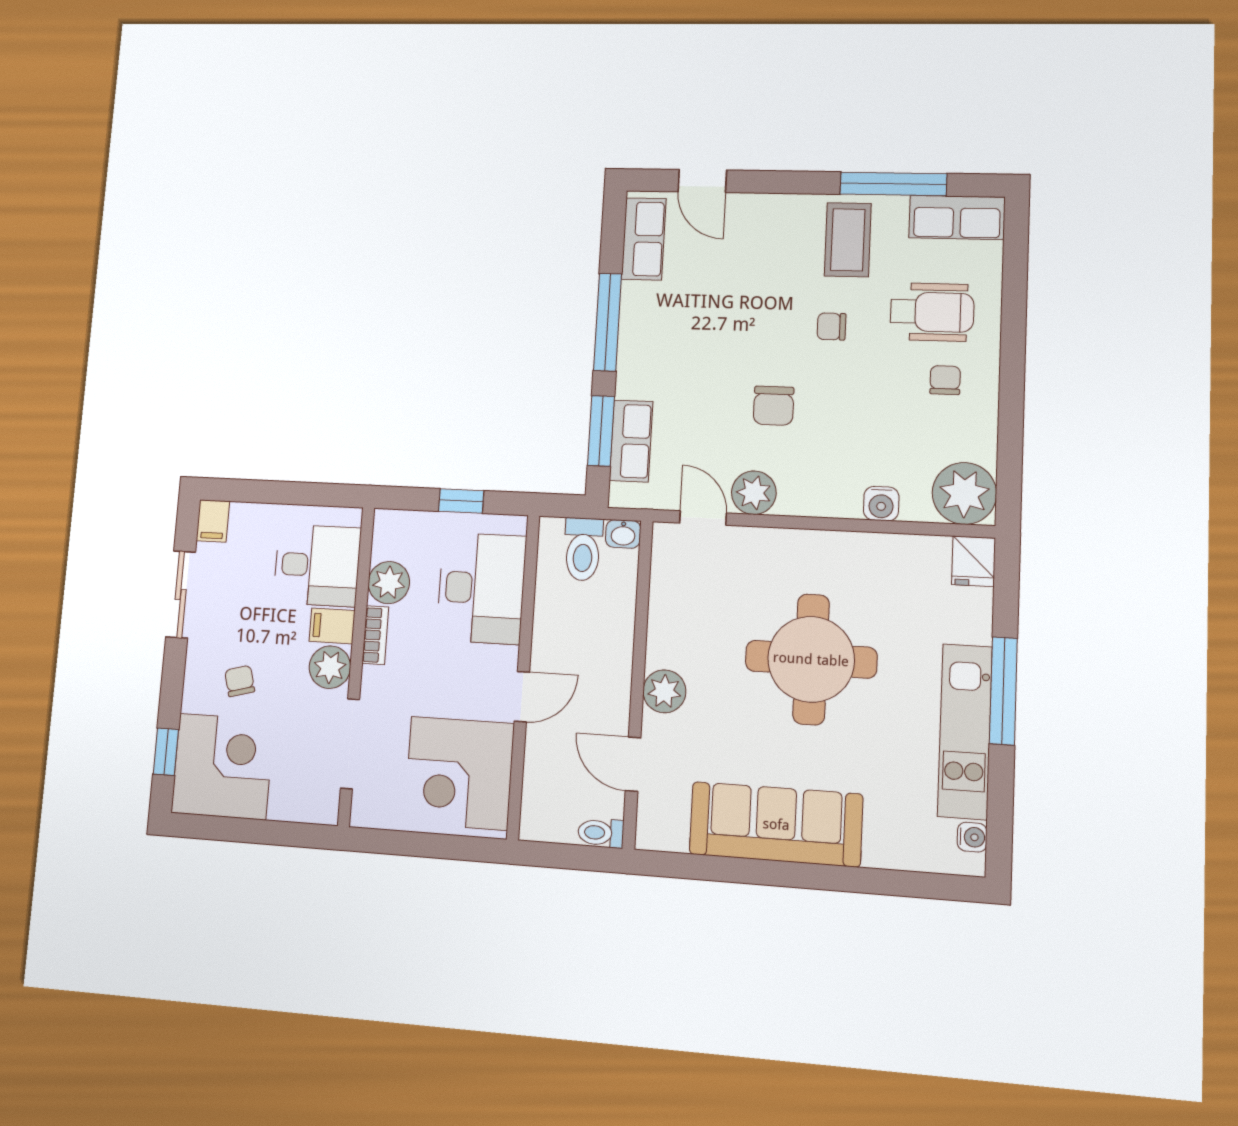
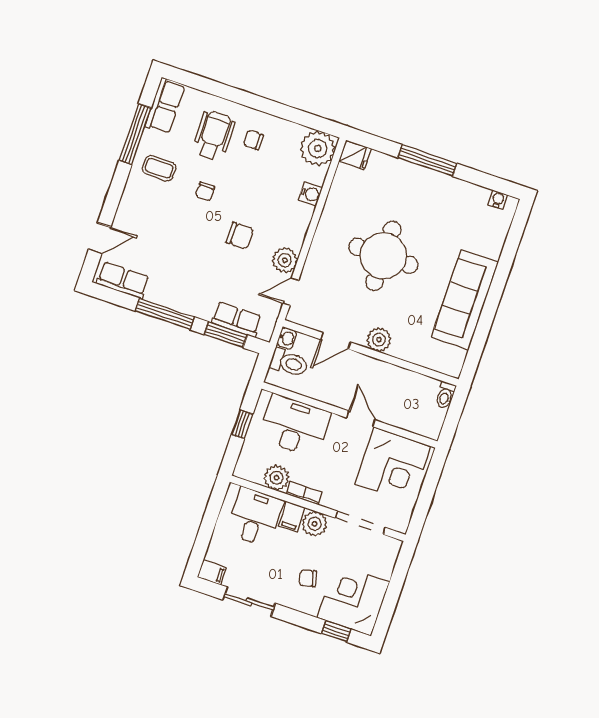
coffee table: (848, 240) -> (159, 168), width x0.73, depth x0.77
kitchen unit: (965, 731) -> (443, 187), removed
door: (633, 764) -> (336, 341), moved

